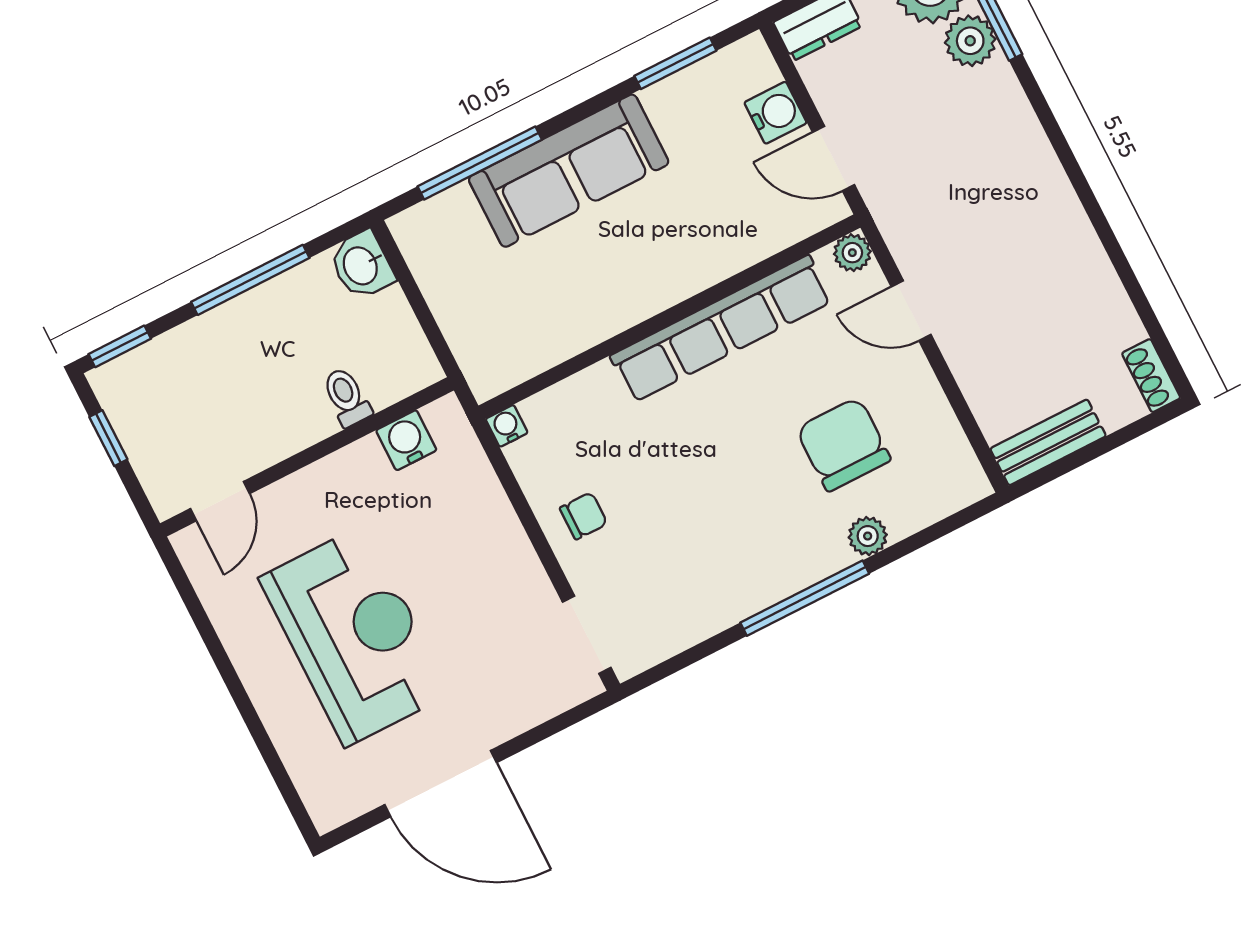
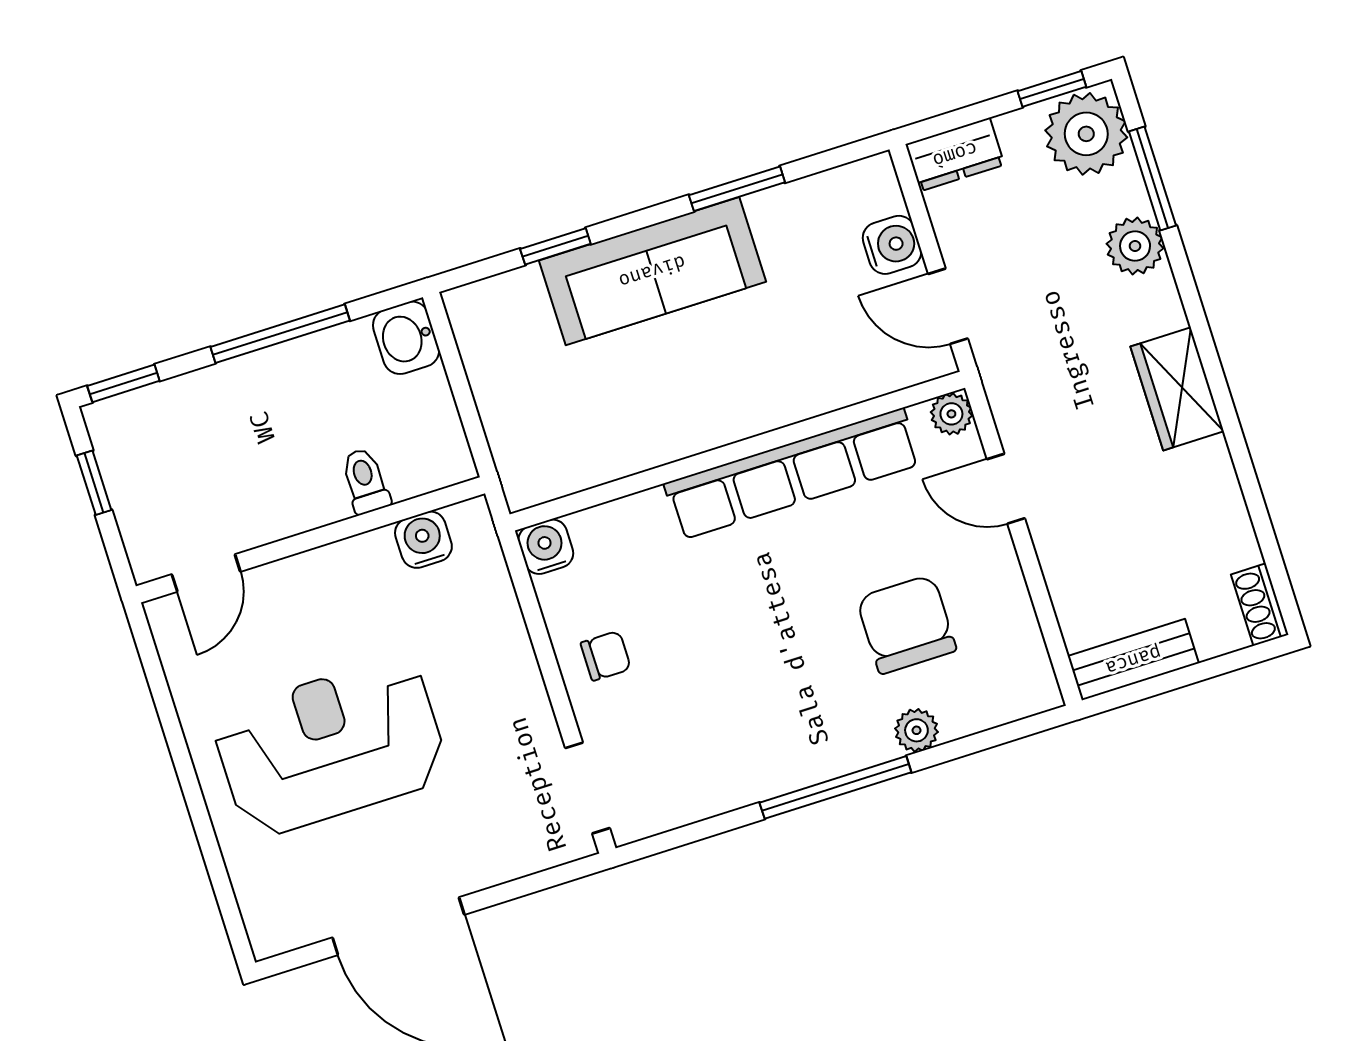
plant: (970, 41) -> (1135, 246), moved
window: (675, 63) -> (737, 189), moved
window: (480, 163) -> (555, 246), width x0.46
wardrobe: (1047, 198) -> (1177, 389), added
water cooler: (507, 426) -> (546, 547), width x1.38, depth x1.38
reception desk: (355, 636) -> (330, 747), turned -90

